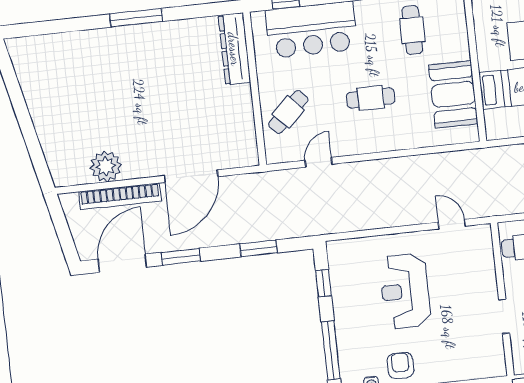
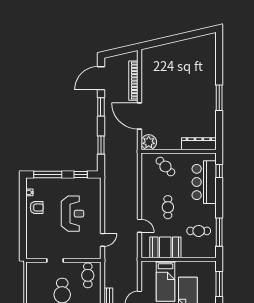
door: (319, 162) -> (139, 226), moved
plant: (106, 166) -> (149, 142), moved
door: (122, 263) -> (101, 78), swing flipped
reception desk: (405, 291) -> (72, 214), turned 90

